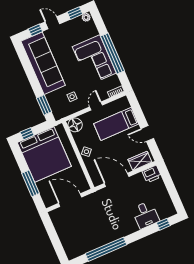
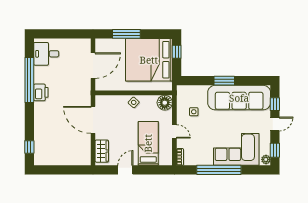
corner sofa: (94, 60) -> (236, 149), moved
window: (44, 105) -> (224, 81), moved
printer: (152, 174) -> (41, 92), moved, turned 180
door: (117, 180) -> (93, 120), swing flipped
desk: (146, 215) -> (46, 54), moved

